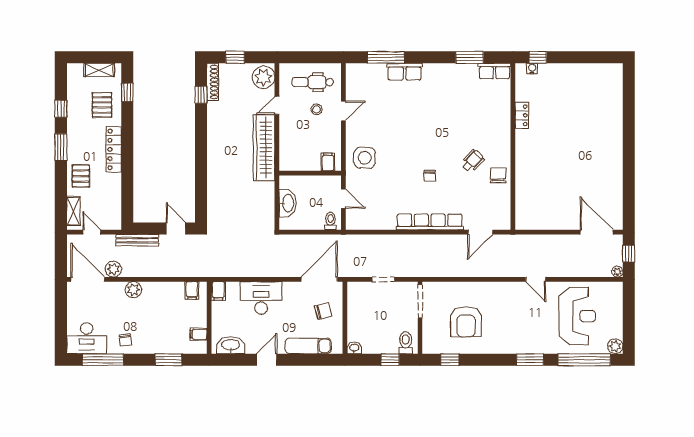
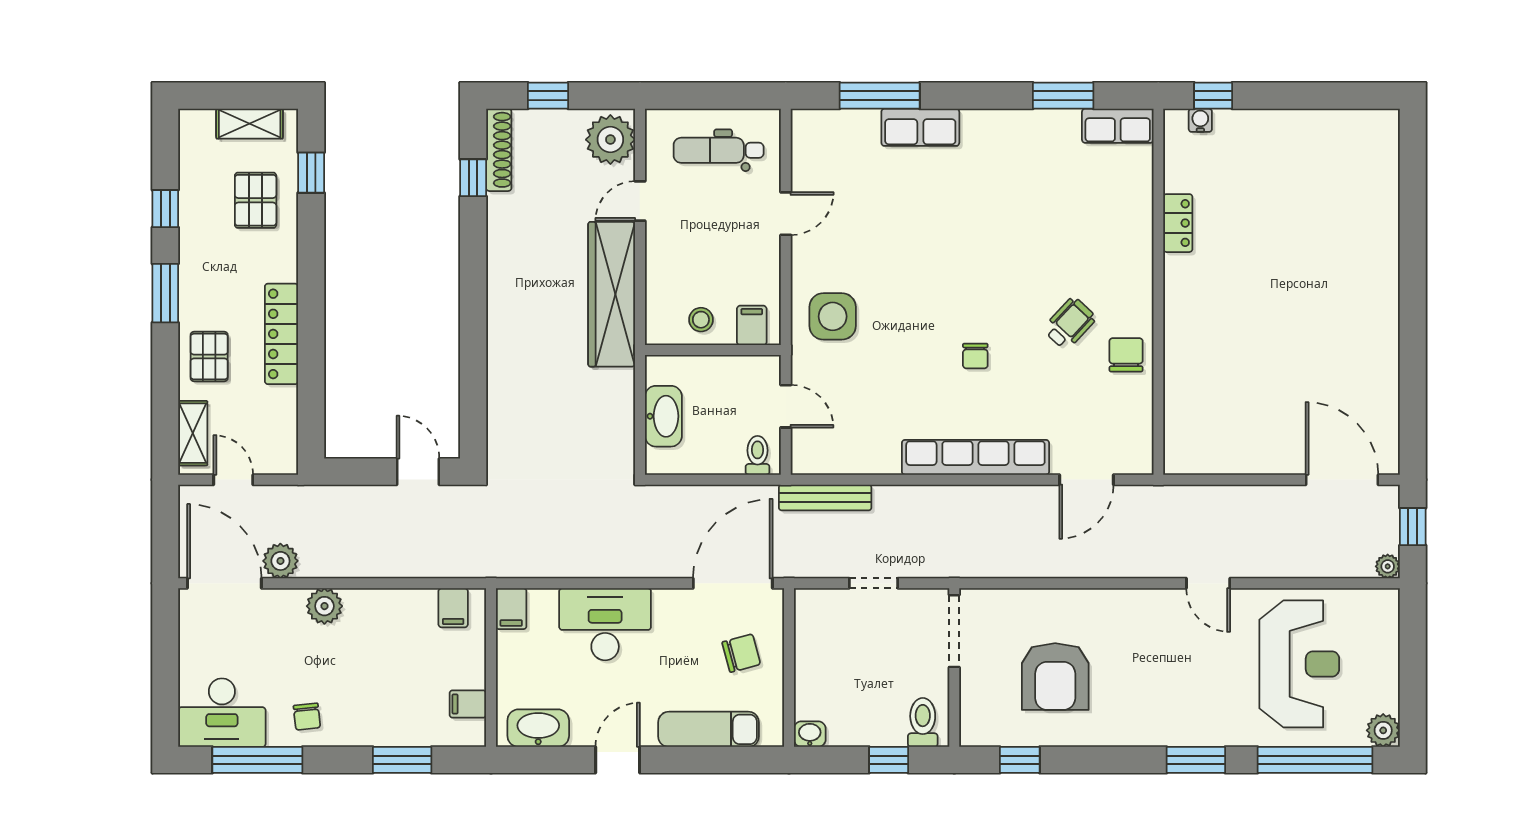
stool: (317, 109) -> (701, 320), moved
locker: (114, 149) -> (281, 334), moved
bench: (137, 240) -> (825, 497), moved

